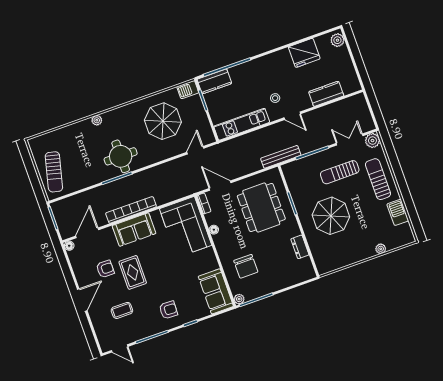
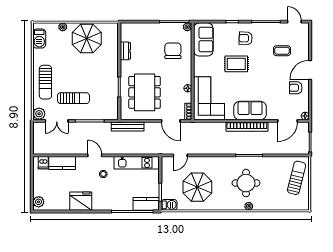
fridge: (304, 53) -> (81, 201), moved
dishwasher: (348, 87) -> (43, 163), added
round table: (121, 156) -> (246, 183), moved
bench: (281, 157) -> (128, 127), moved
barbecue: (398, 212) -> (39, 39), moved
parasol: (331, 216) -> (87, 39), moved
armchair: (105, 269) -> (296, 88), moved
rug: (133, 272) -> (236, 64), moved, turned 90

